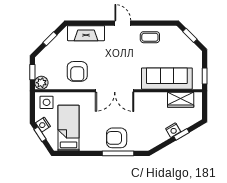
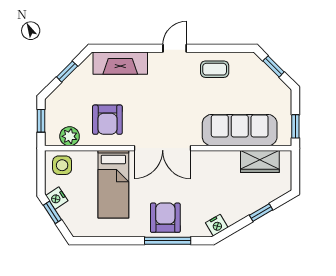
door: (123, 23) -> (175, 48), hinge flipped
plant: (41, 83) -> (70, 136), moved
bed: (69, 128) -> (113, 184), moved, turned 180
nightstand: (173, 130) -> (217, 225), moved
armchair: (117, 138) -> (165, 218), turned 90

